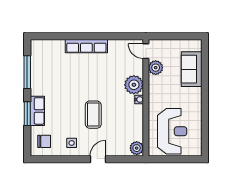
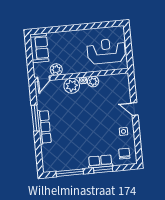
window: (99, 36) -> (35, 118), added
sofa: (192, 69) -> (39, 48), moved, turned -90
coffee table: (93, 115) -> (99, 116), removed
plant: (137, 148) -> (93, 81), moved

